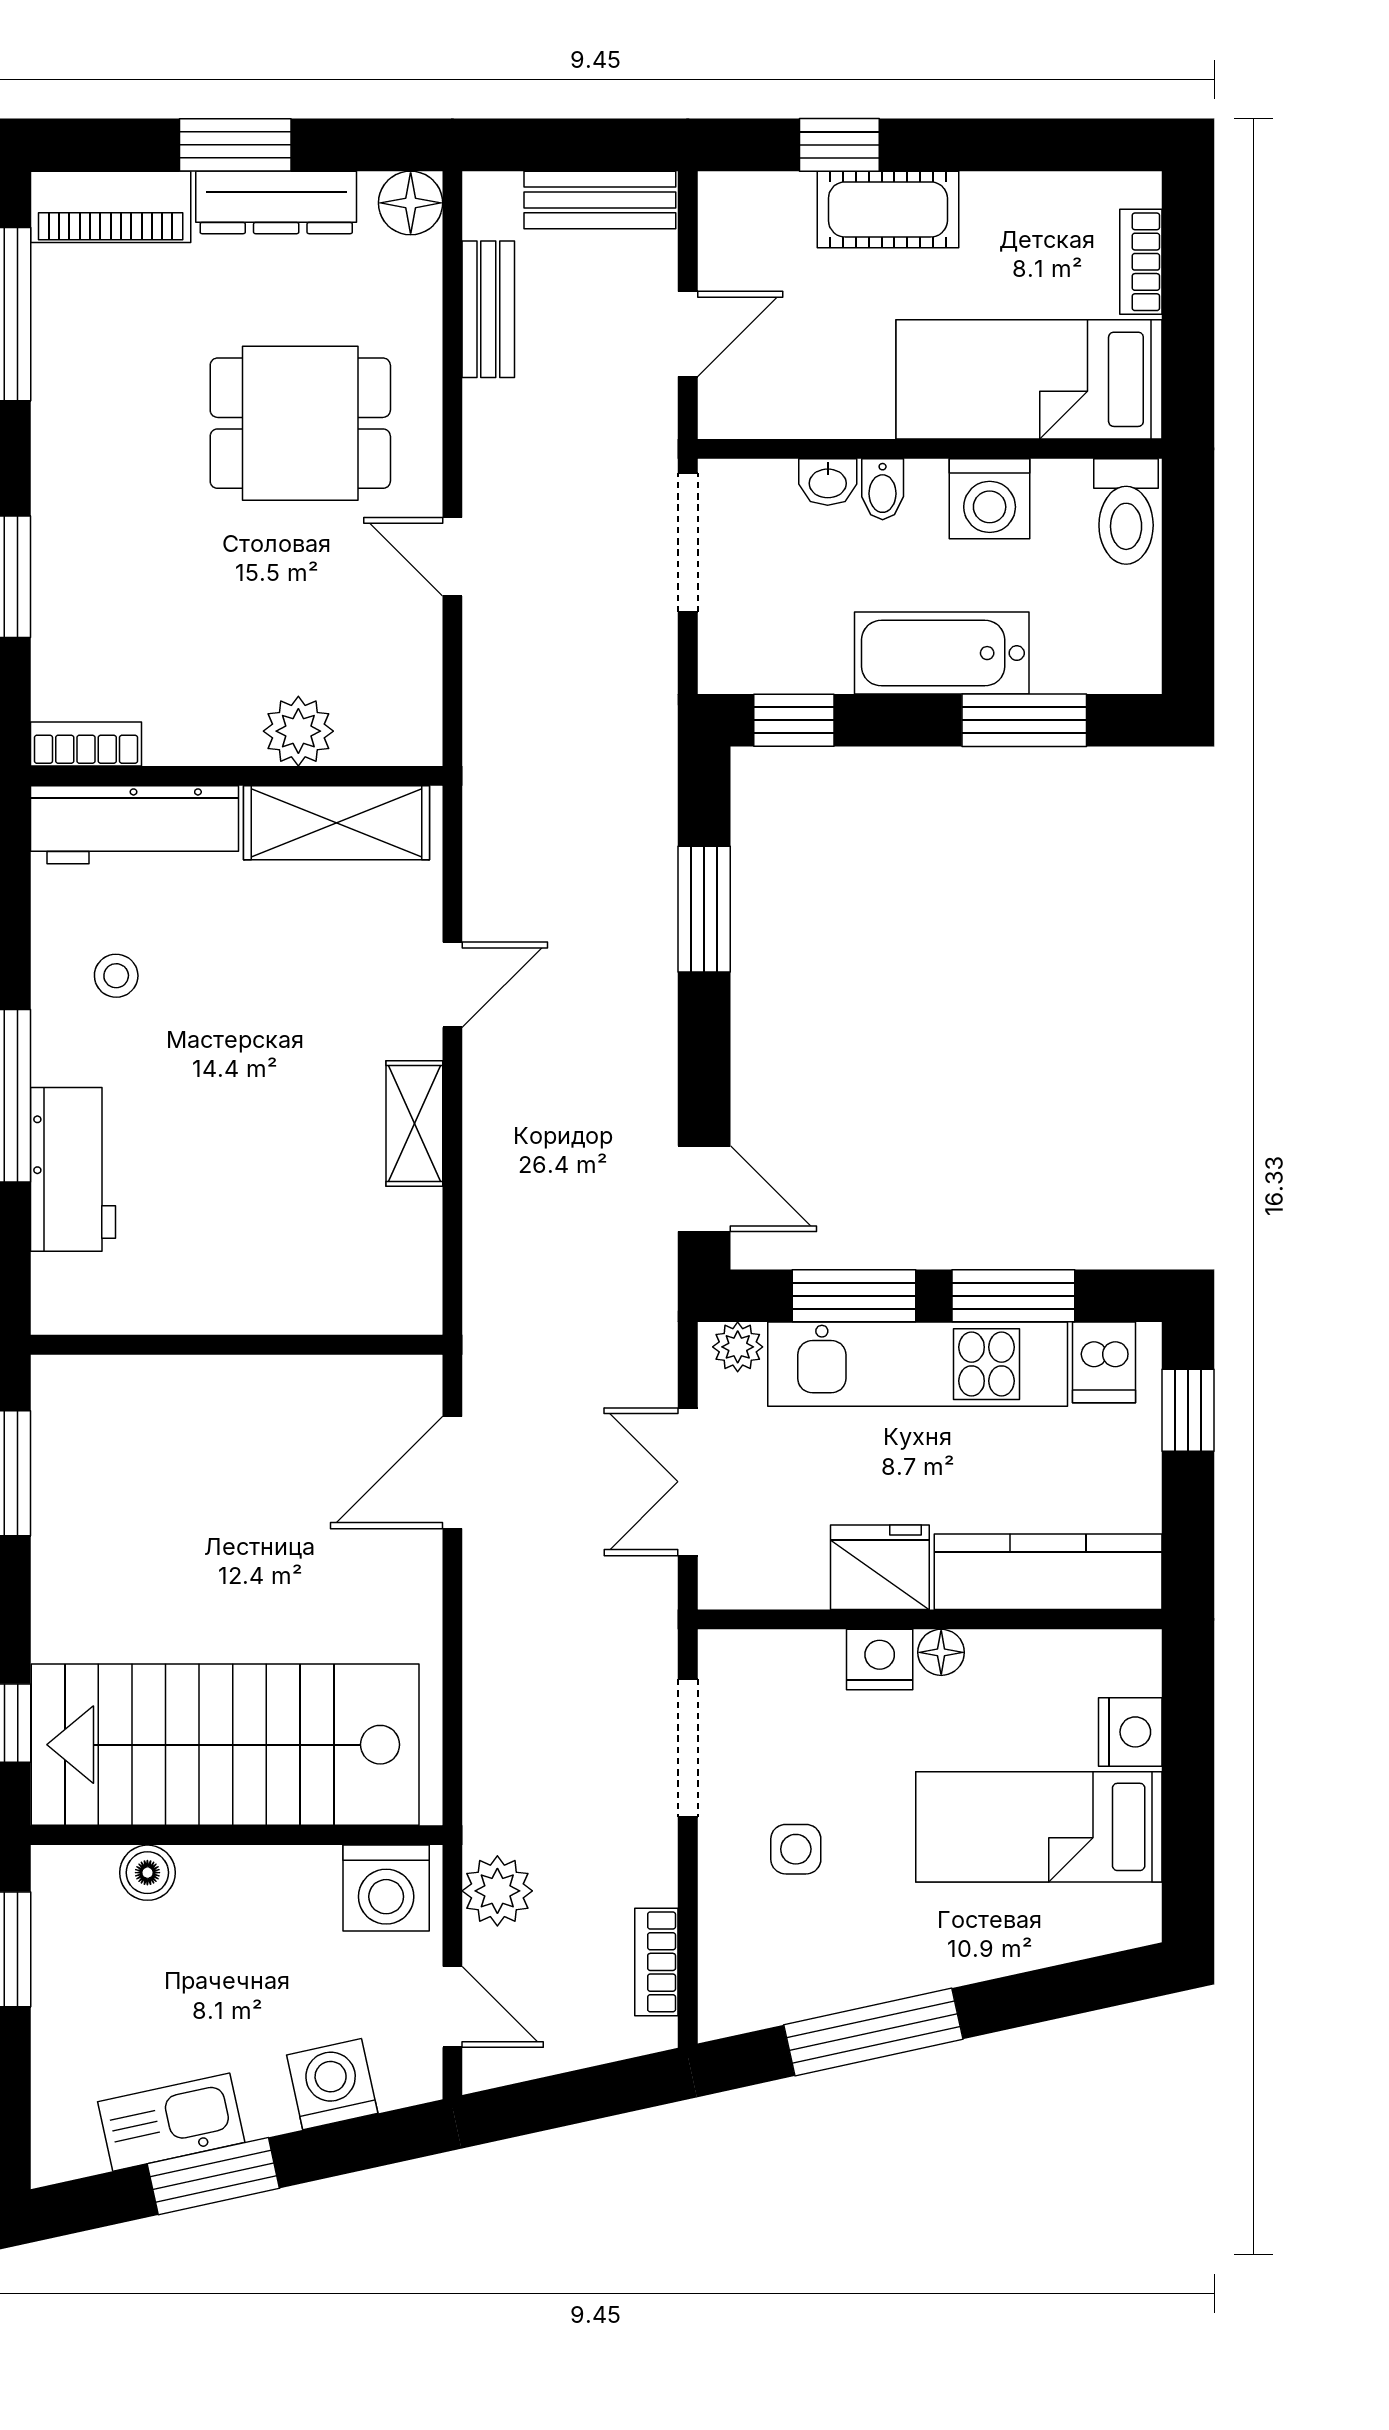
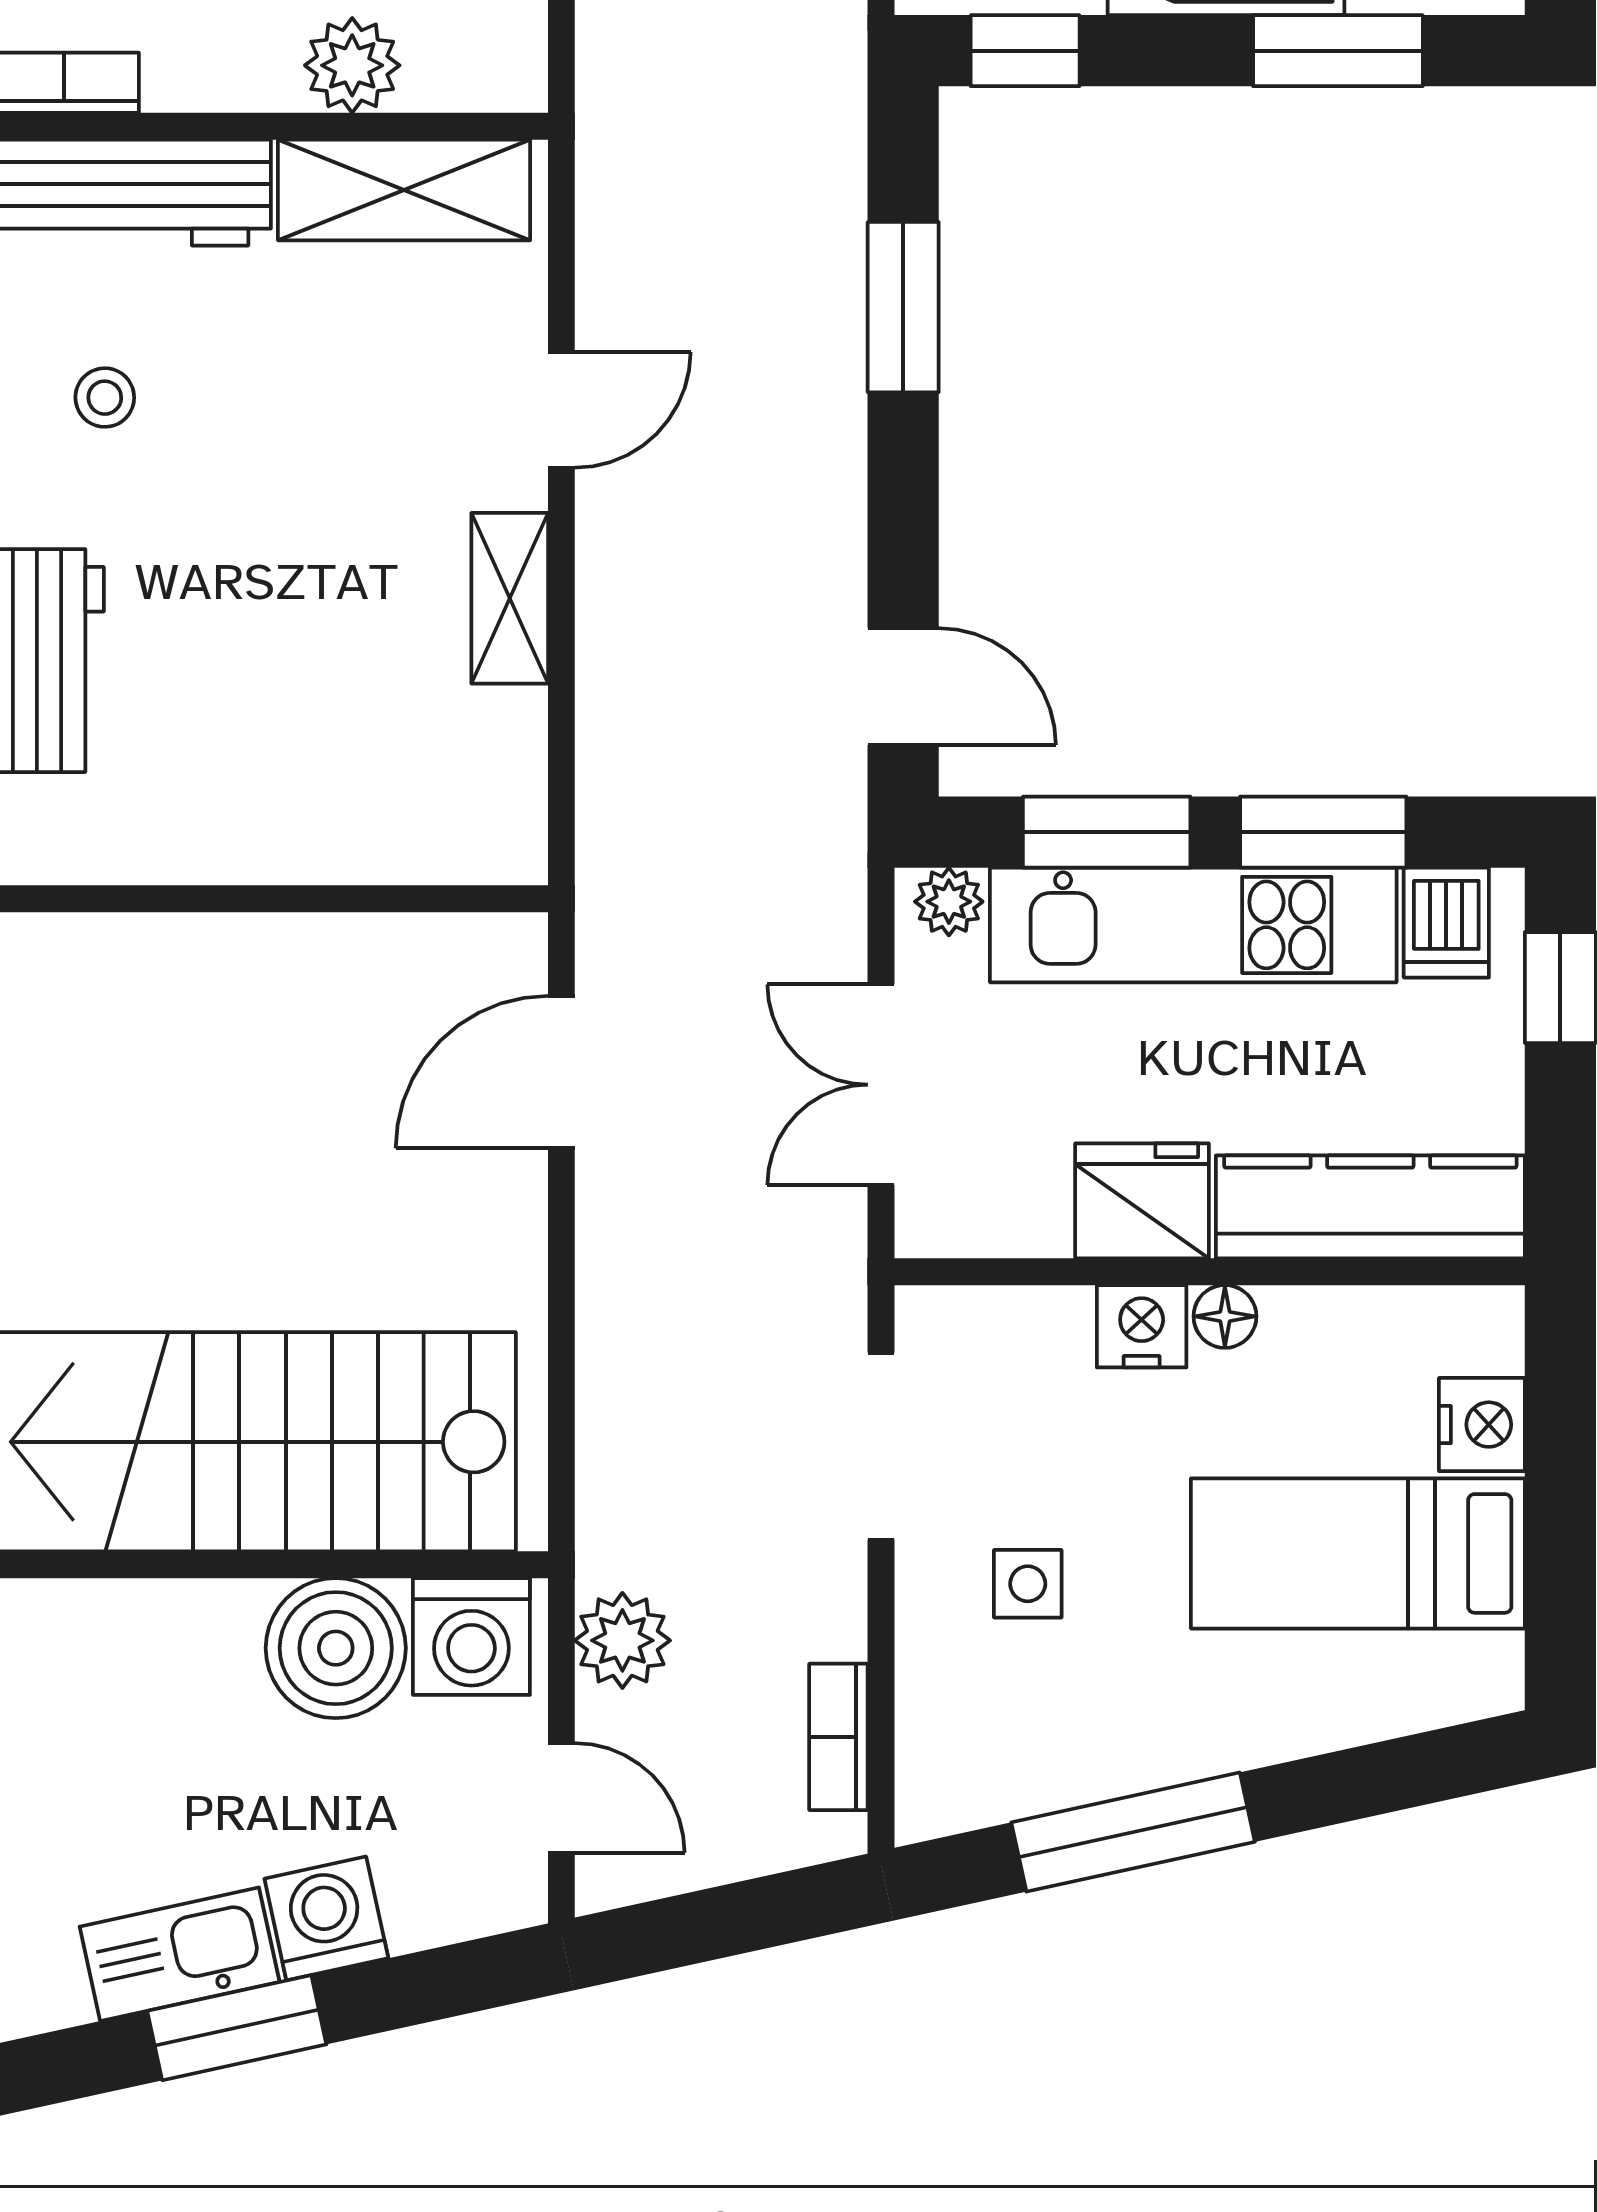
boiler: (147, 1873) -> (336, 1648), moved, width x1.86, depth x1.86
washing machine: (332, 2084) -> (326, 1918), moved

